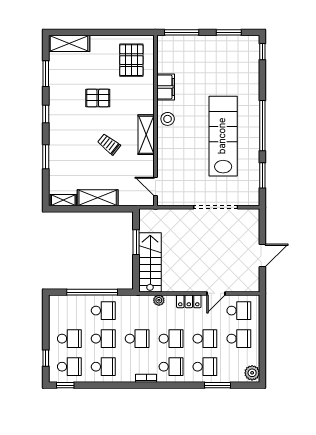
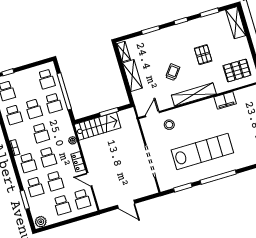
stool: (168, 119) -> (169, 125), moved
shelving: (146, 135) -> (194, 95), width x1.47
school desk: (69, 339) -> (46, 79), moved

